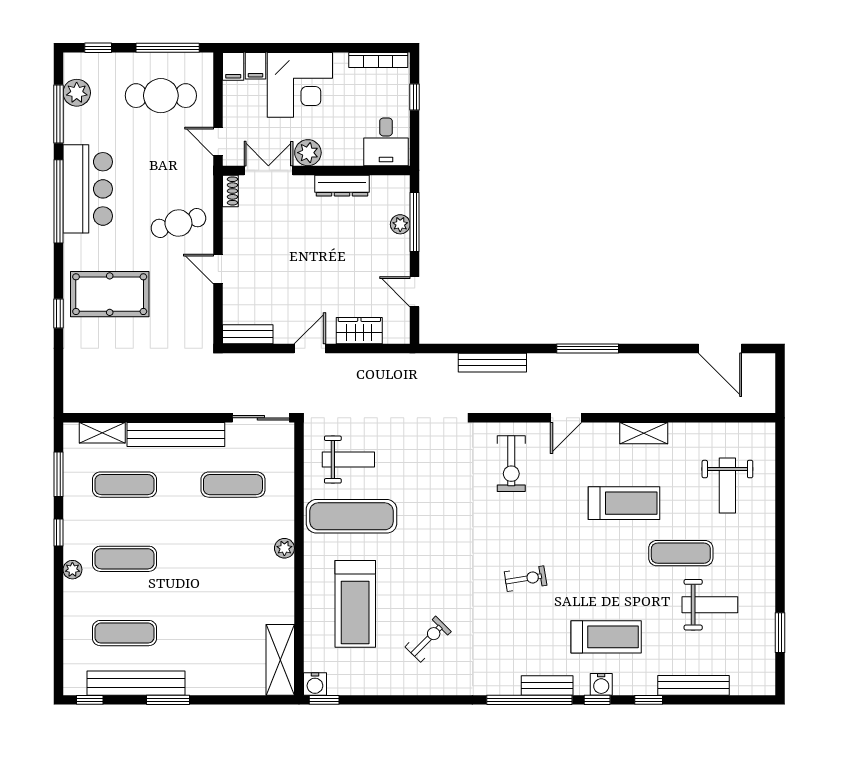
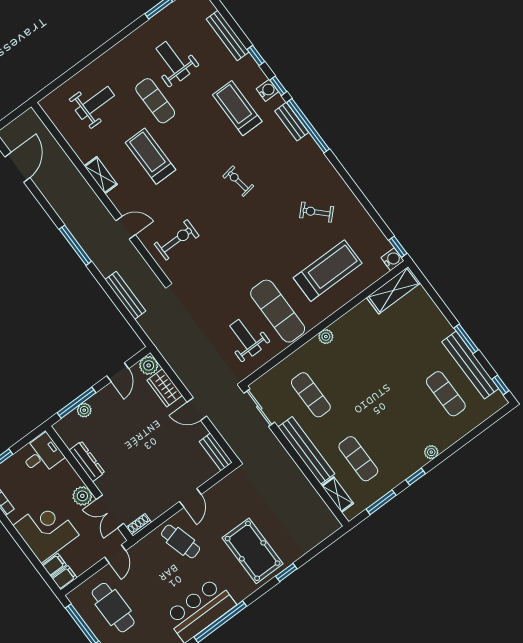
plant: (397, 331) -> (149, 365), added
exercise mat: (125, 559) -> (402, 426), removed

